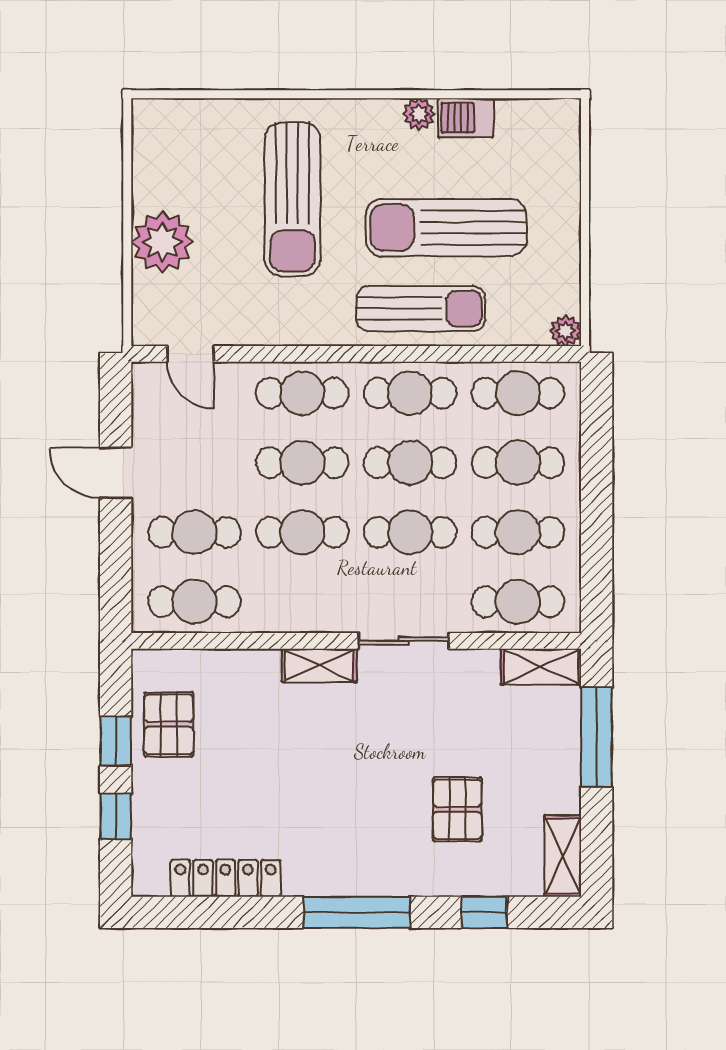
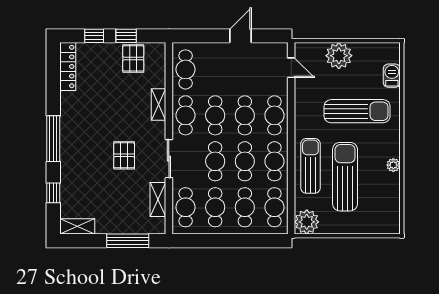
barbecue: (466, 118) -> (392, 76), moved
sun lounger: (292, 199) -> (357, 111), turned 180
sun lounger: (421, 309) -> (310, 166), turned 180
plant: (566, 331) -> (307, 222), width x1.87, depth x1.87
door: (191, 354) -> (291, 68), swing flipped
cafe table: (194, 532) -> (186, 115), moved
shelving: (319, 665) -> (158, 105), moved
shelving: (541, 667) -> (158, 200), moved
pallet: (169, 724) -> (133, 58), turned 90
pallet: (457, 809) -> (124, 155), moved, turned 90
locker: (226, 878) -> (68, 67), moved

